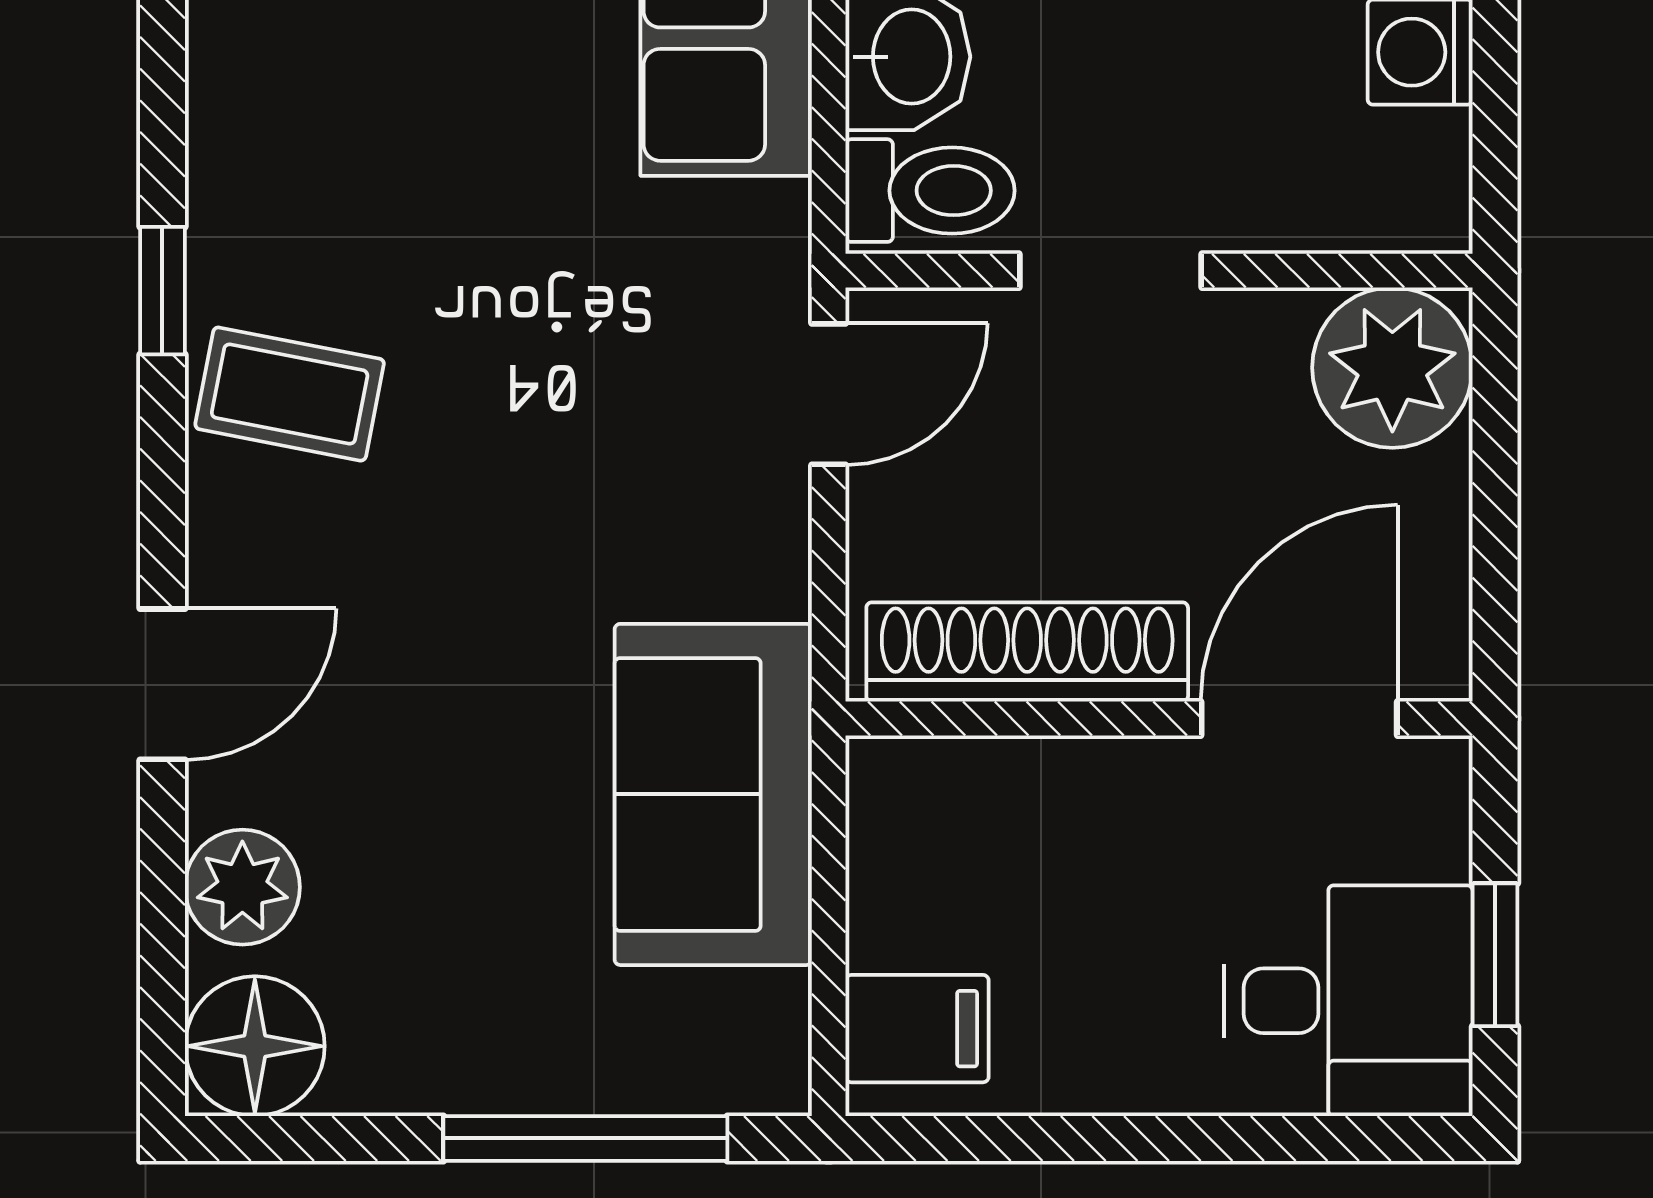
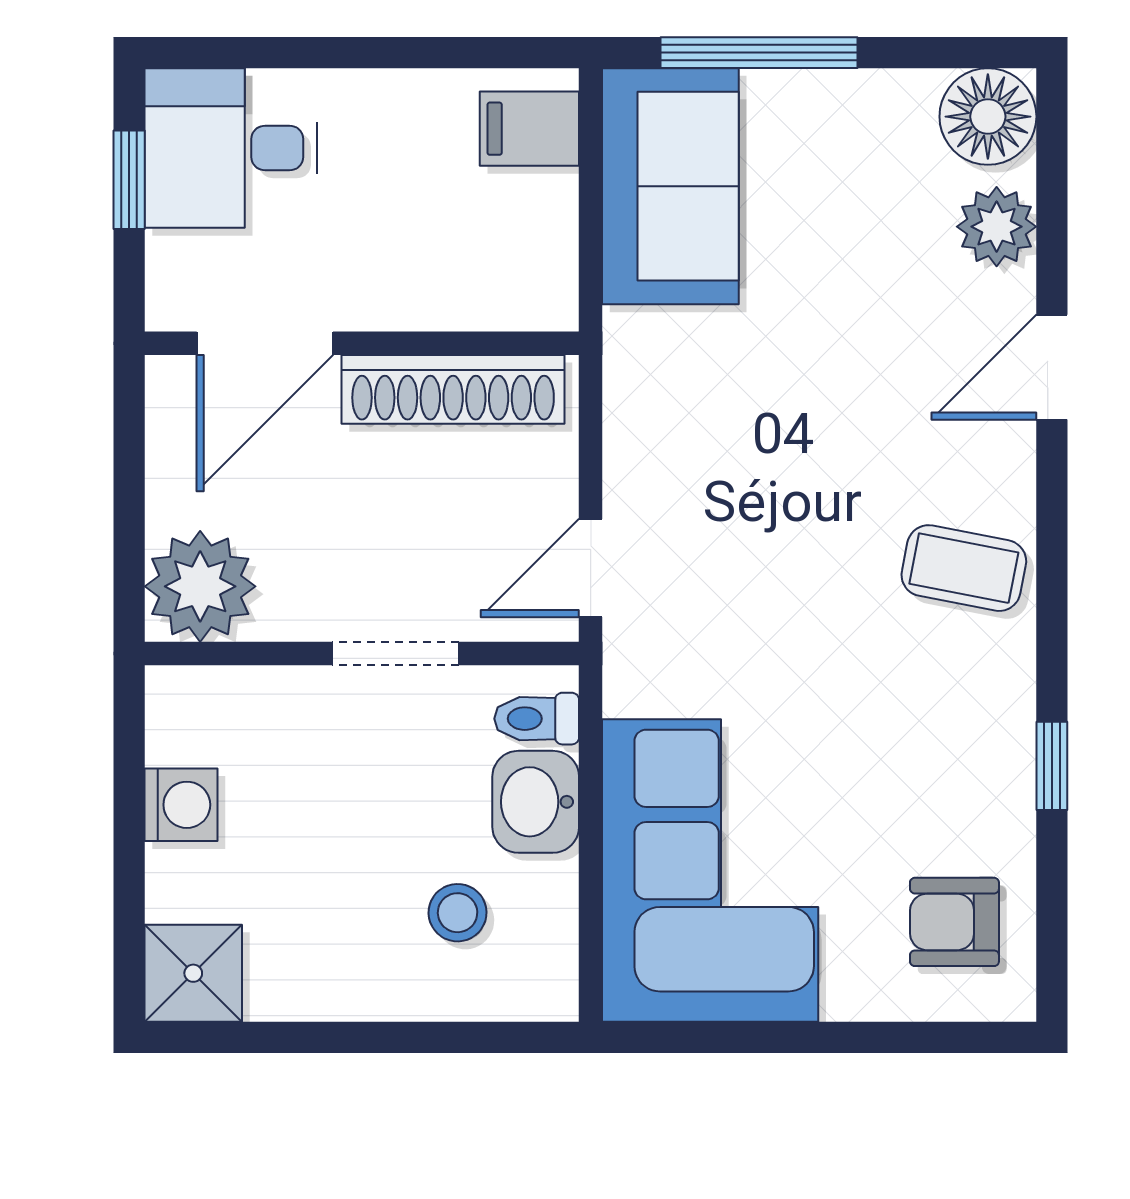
toilet: (930, 191) -> (537, 719), width x0.73, depth x0.72
window: (162, 291) -> (1052, 766), moved
sofa: (713, 794) -> (670, 186), moved

